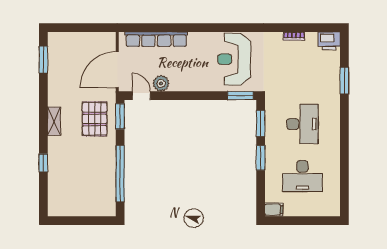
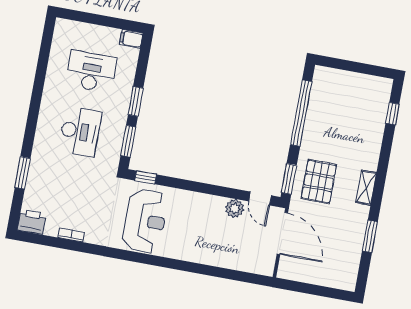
row of seats: (156, 39) -> (231, 260), removed
window: (43, 60) -> (370, 236), moved
door: (117, 70) -> (282, 234), hinge flipped
window: (240, 96) -> (146, 177), width x0.67
desk: (302, 124) -> (80, 132), turned 180
window: (43, 163) -> (392, 114), moved

